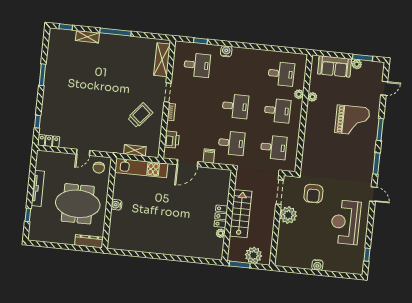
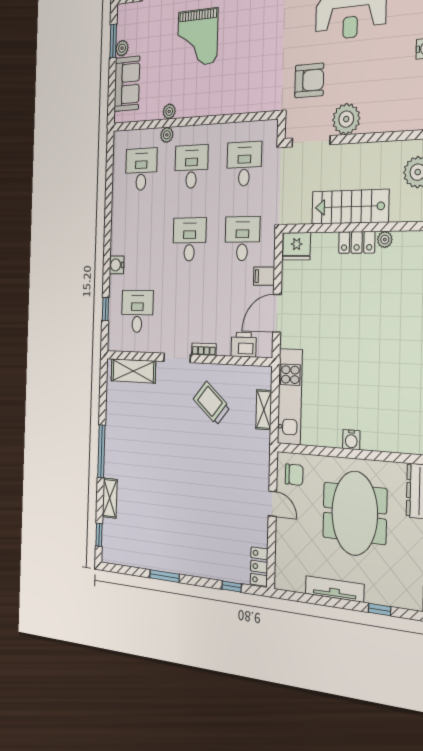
grand piano: (352, 120) -> (198, 38), turned 180
door: (187, 163) -> (277, 313), swing flipped
fridge: (223, 179) -> (297, 246), added

